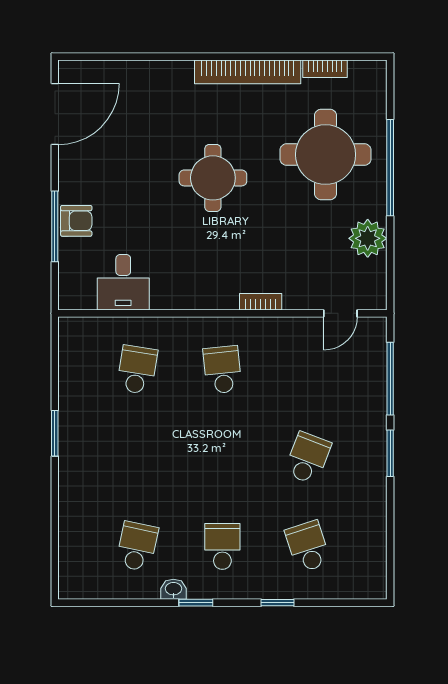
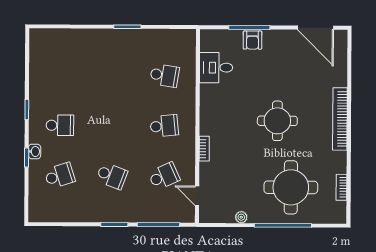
bookcase: (248, 72) -> (340, 119), moved
plant: (368, 238) -> (241, 217), width x0.53, depth x0.53
school desk: (137, 546) -> (164, 176), moved, turned -36
washbasin: (173, 589) -> (35, 152), moved

